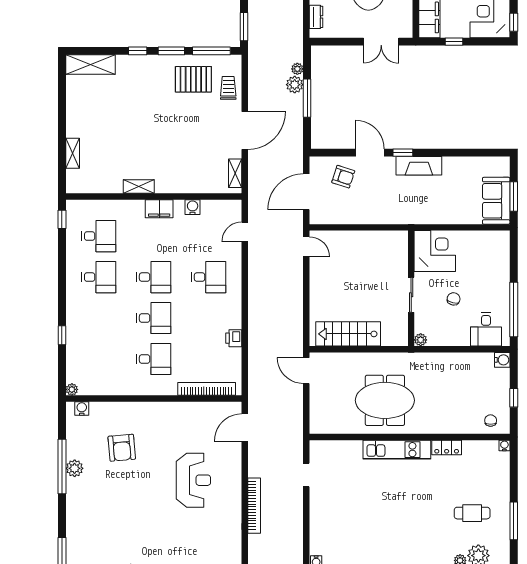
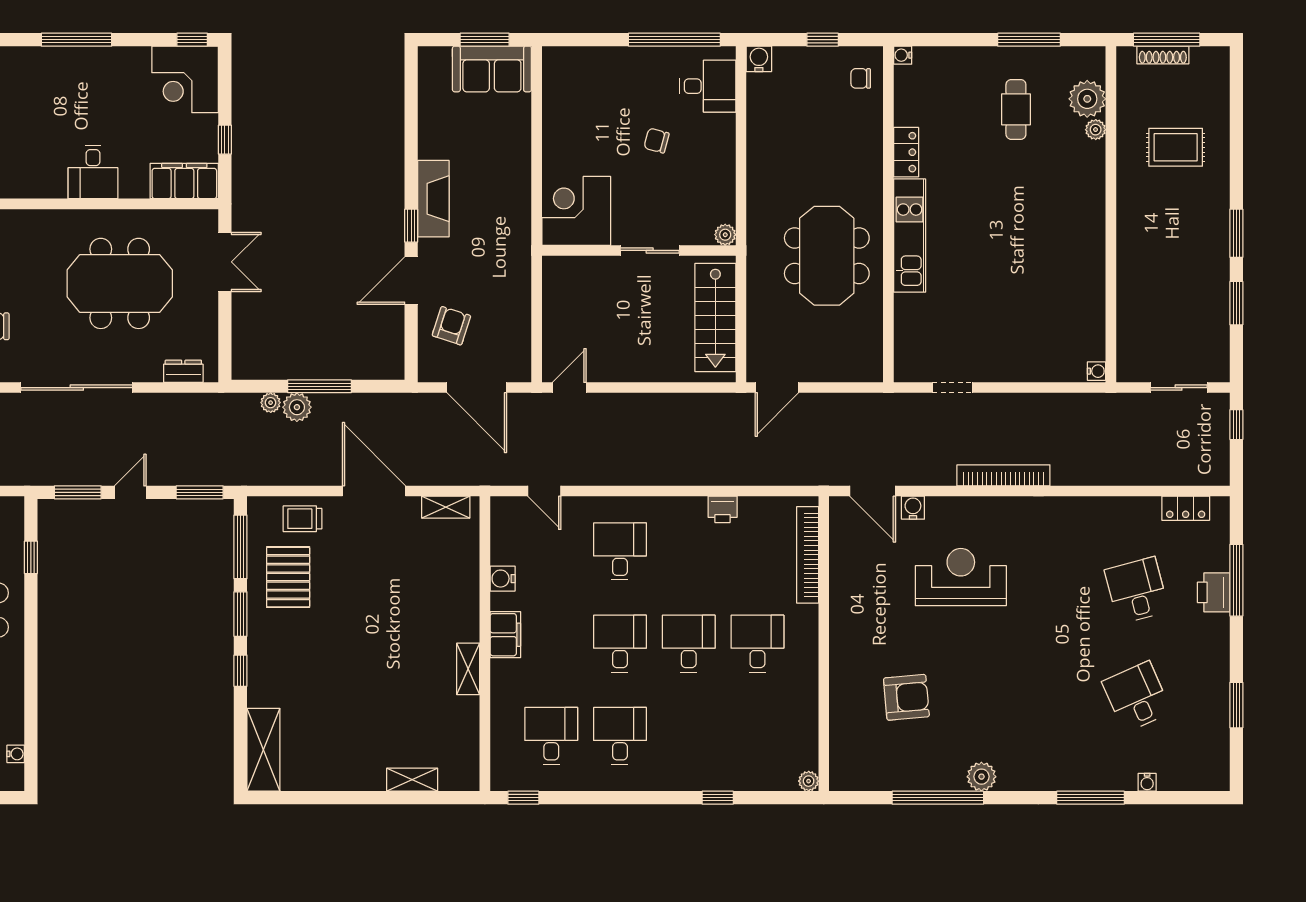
corner desk: (435, 251) -> (576, 211), moved
wall: (411, 288) -> (639, 250), moved
sliding door: (411, 295) -> (650, 250), moved
plant: (421, 340) -> (725, 235), moved
water cooler: (82, 408) -> (913, 508), moved, turned 90
plant: (75, 468) -> (981, 777), moved

